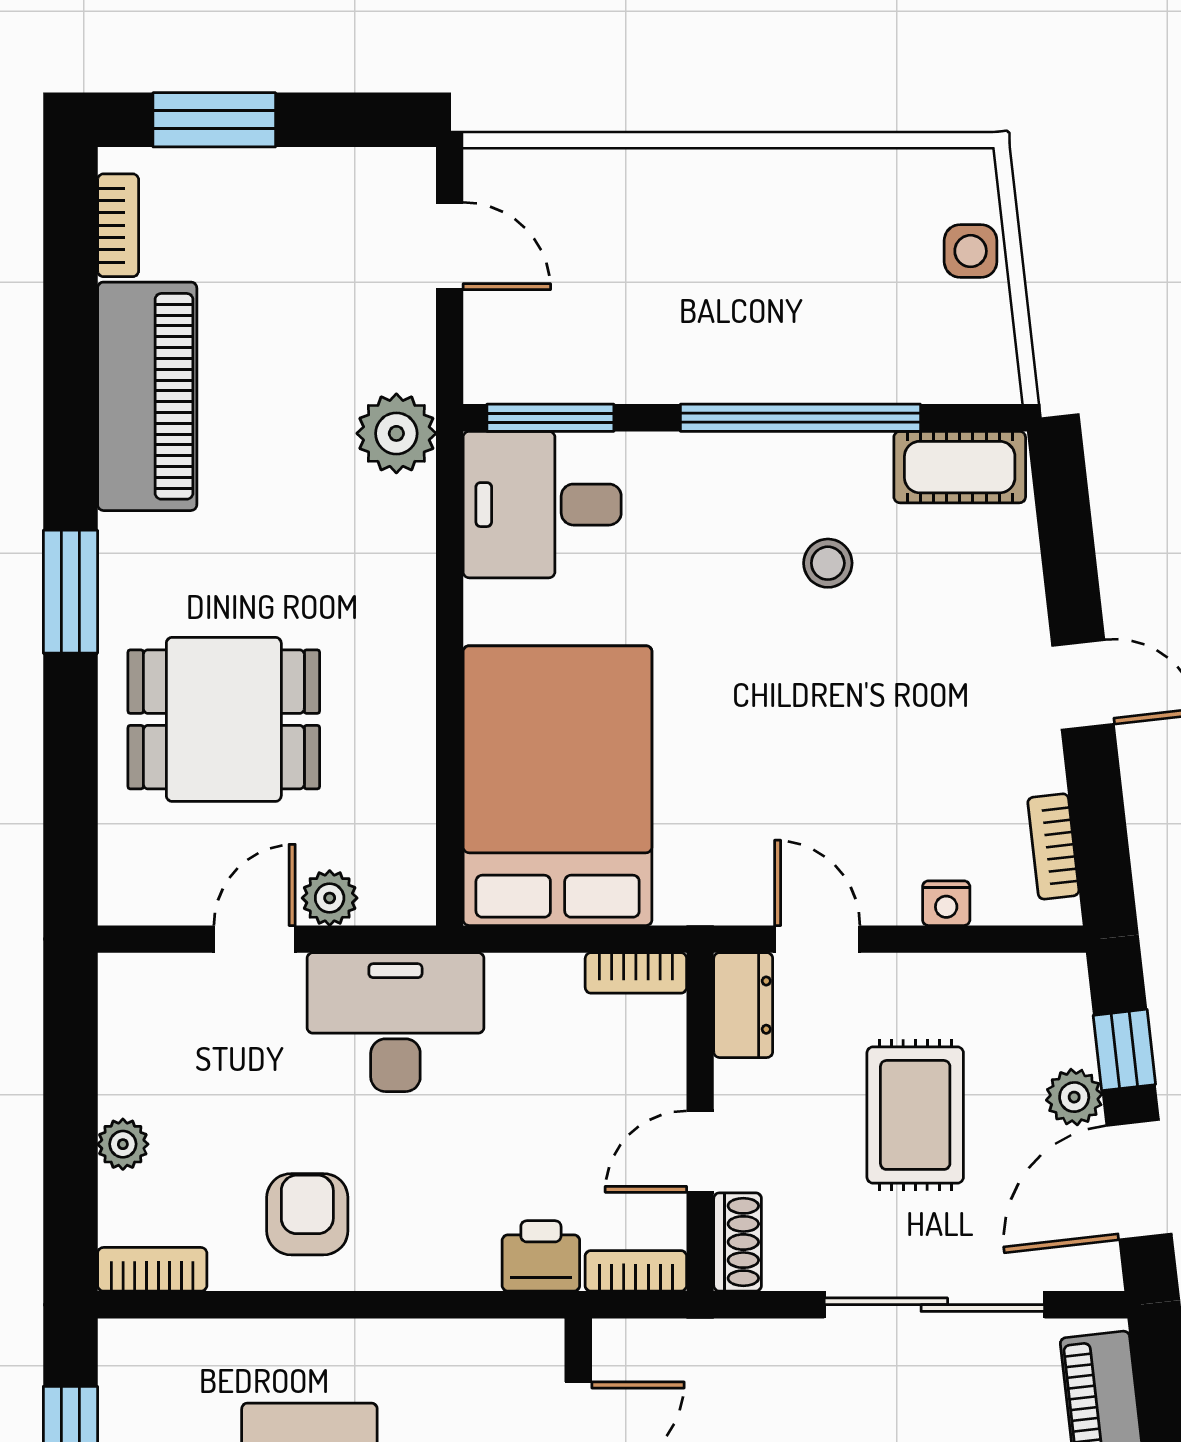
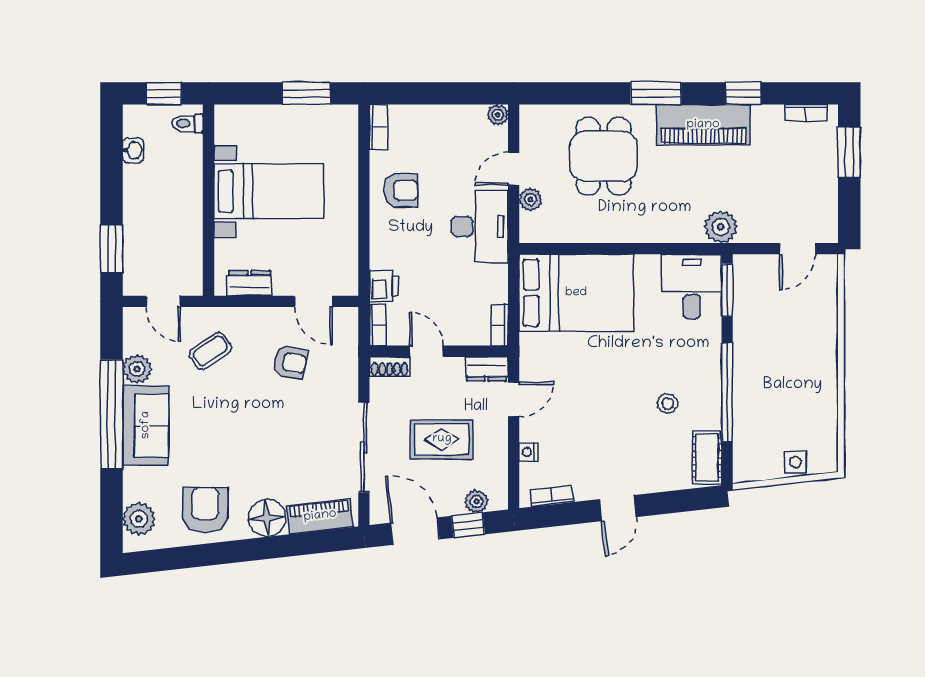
window: (70, 378) -> (743, 93), added
piano: (147, 396) -> (703, 125), moved
door: (255, 939) -> (514, 169), swing flipped
plant: (1074, 1097) -> (476, 501), moved
plant: (123, 1144) -> (498, 115), moved

